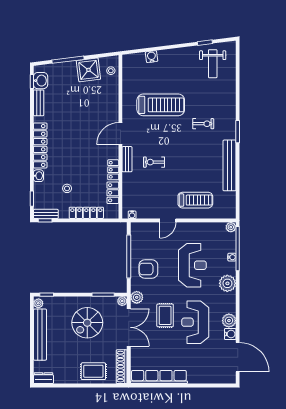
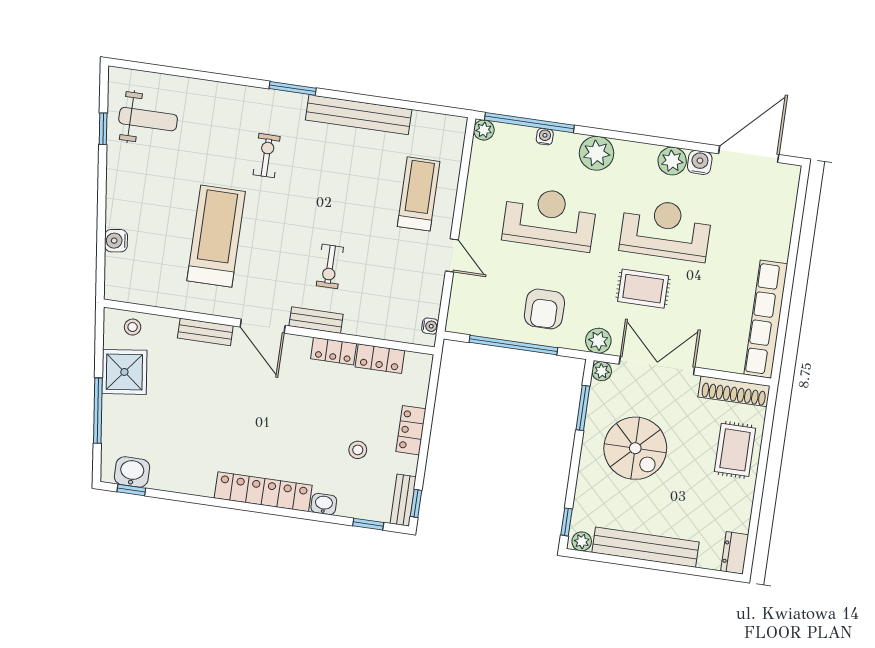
bench: (39, 103) -> (205, 332), moved
locker: (86, 213) -> (411, 430), width x0.66
reception desk: (195, 322) -> (666, 230), turned 180

